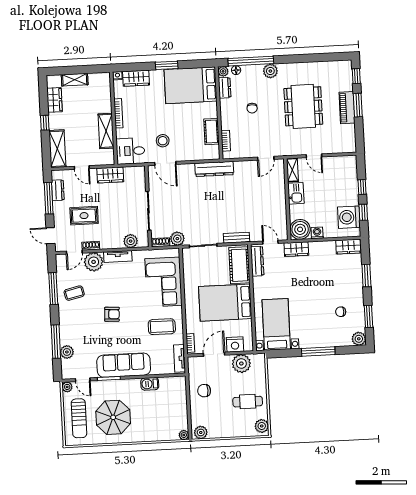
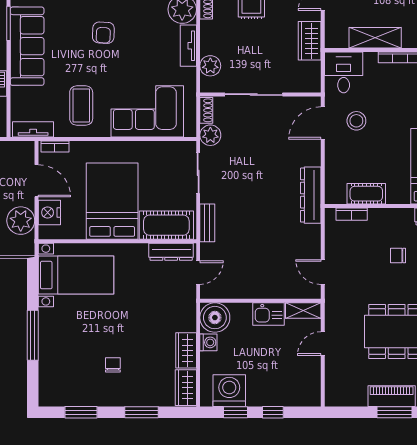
wardrobe: (296, 249) -> (186, 350), moved
chair: (341, 312) -> (113, 365), moved
plant: (359, 339) -> (48, 396), removed

